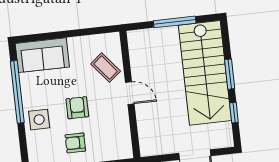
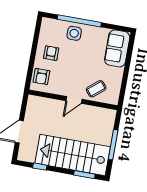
window: (230, 74) -> (84, 175), moved
window: (17, 92) -> (79, 21), moved
armchair: (77, 108) -> (41, 77), moved, turned 90

